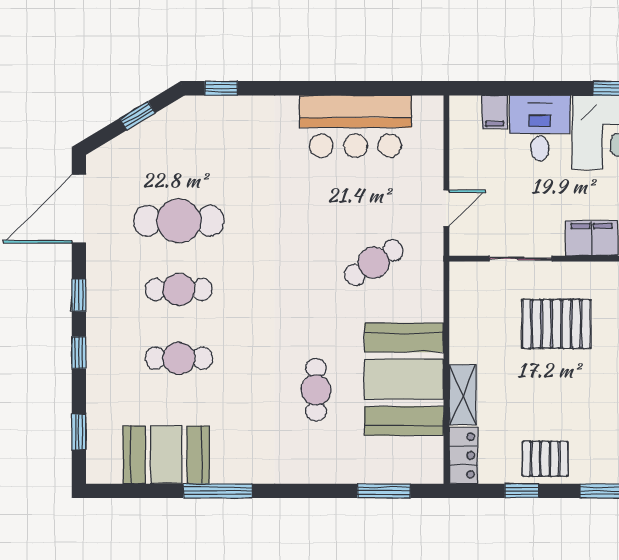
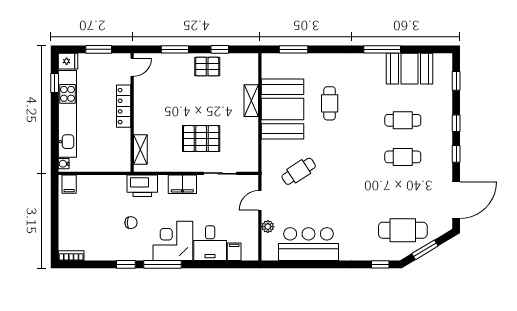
window: (137, 116) -> (425, 250), width x1.50
plant: (432, 159) -> (268, 227), added
cafe table: (179, 221) -> (403, 230), moved
locker: (463, 455) -> (251, 68), removed

